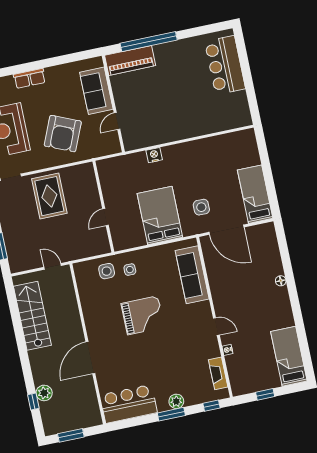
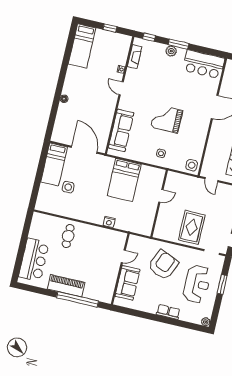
piano: (130, 60) -> (66, 286), moved
cafe table: (197, 114) -> (68, 236), added
side table: (201, 207) -> (68, 187), moved
side table: (107, 271) -> (192, 165), moved

